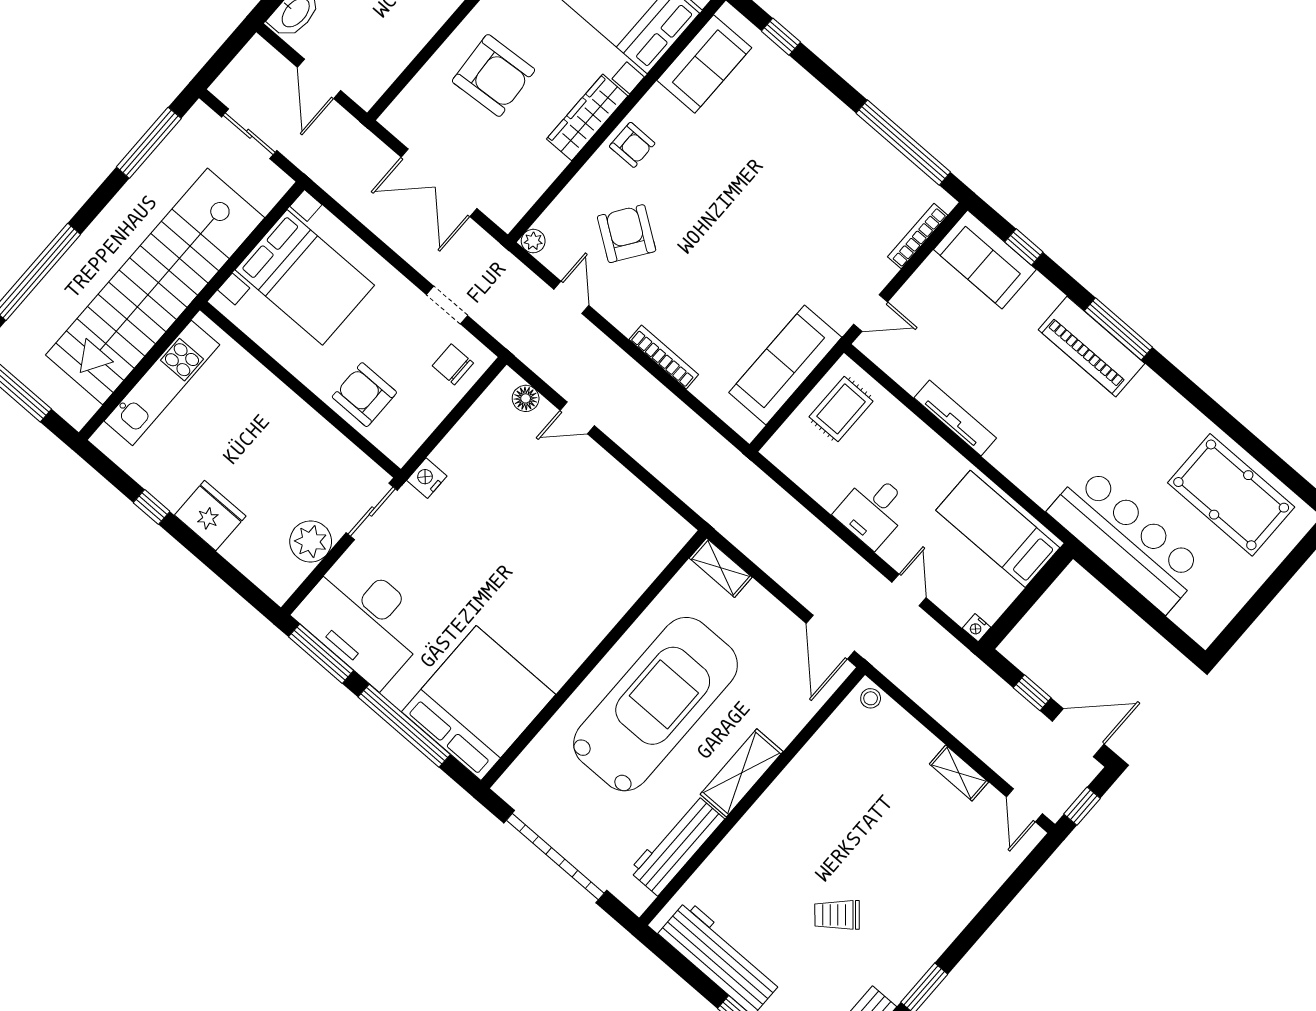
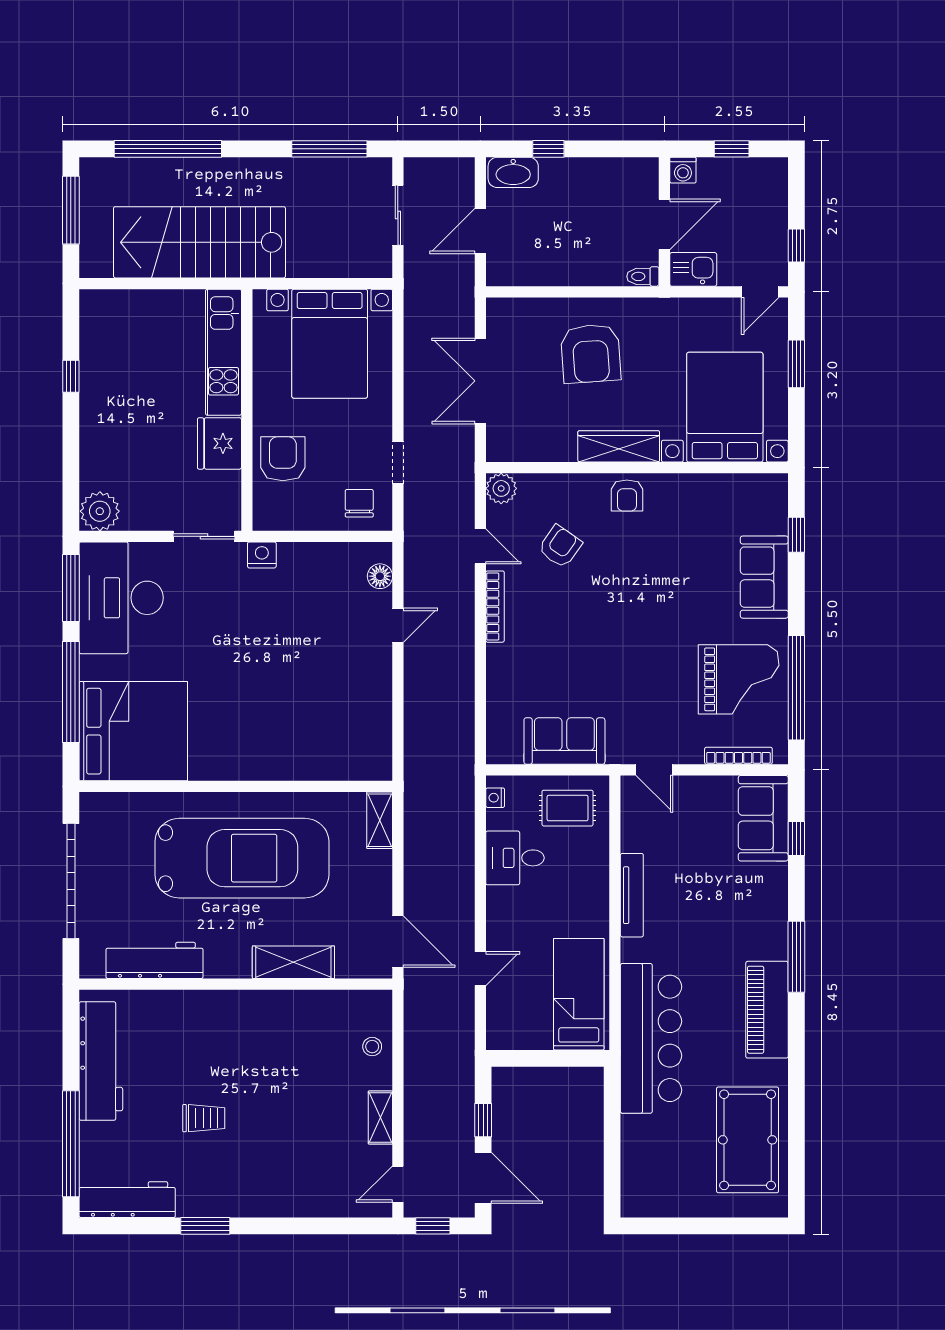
sofa: (704, 64) -> (764, 577), moved, turned 90
grand piano: (857, 183) -> (739, 679), added
armchair: (627, 234) -> (560, 546), width x0.72, depth x0.72
plant: (533, 241) -> (501, 488), width x1.38, depth x1.38
stairs: (155, 286) -> (199, 242), width x0.73
door: (571, 297) -> (480, 546), hinge flipped
piano: (1091, 347) -> (767, 1010), moved
bookcase: (664, 357) -> (495, 607), moved
sofa: (785, 365) -> (564, 741), width x0.73
kitchen unit: (162, 383) -> (224, 352), moved, turned 90
door: (577, 418) -> (398, 625), swing flipped
desk: (873, 510) -> (515, 858), moved
fridge: (210, 516) -> (219, 443), moved, turned 180
bar counter: (1127, 539) -> (651, 1038), moved
plant: (311, 541) -> (100, 511), moved
nightstand: (977, 628) -> (495, 798), moved
door: (830, 637) -> (398, 942), swing flipped
stool: (871, 698) -> (372, 1047), moved
shelving: (742, 773) -> (293, 962), moved
trolley: (837, 915) -> (204, 1118), turned 131

